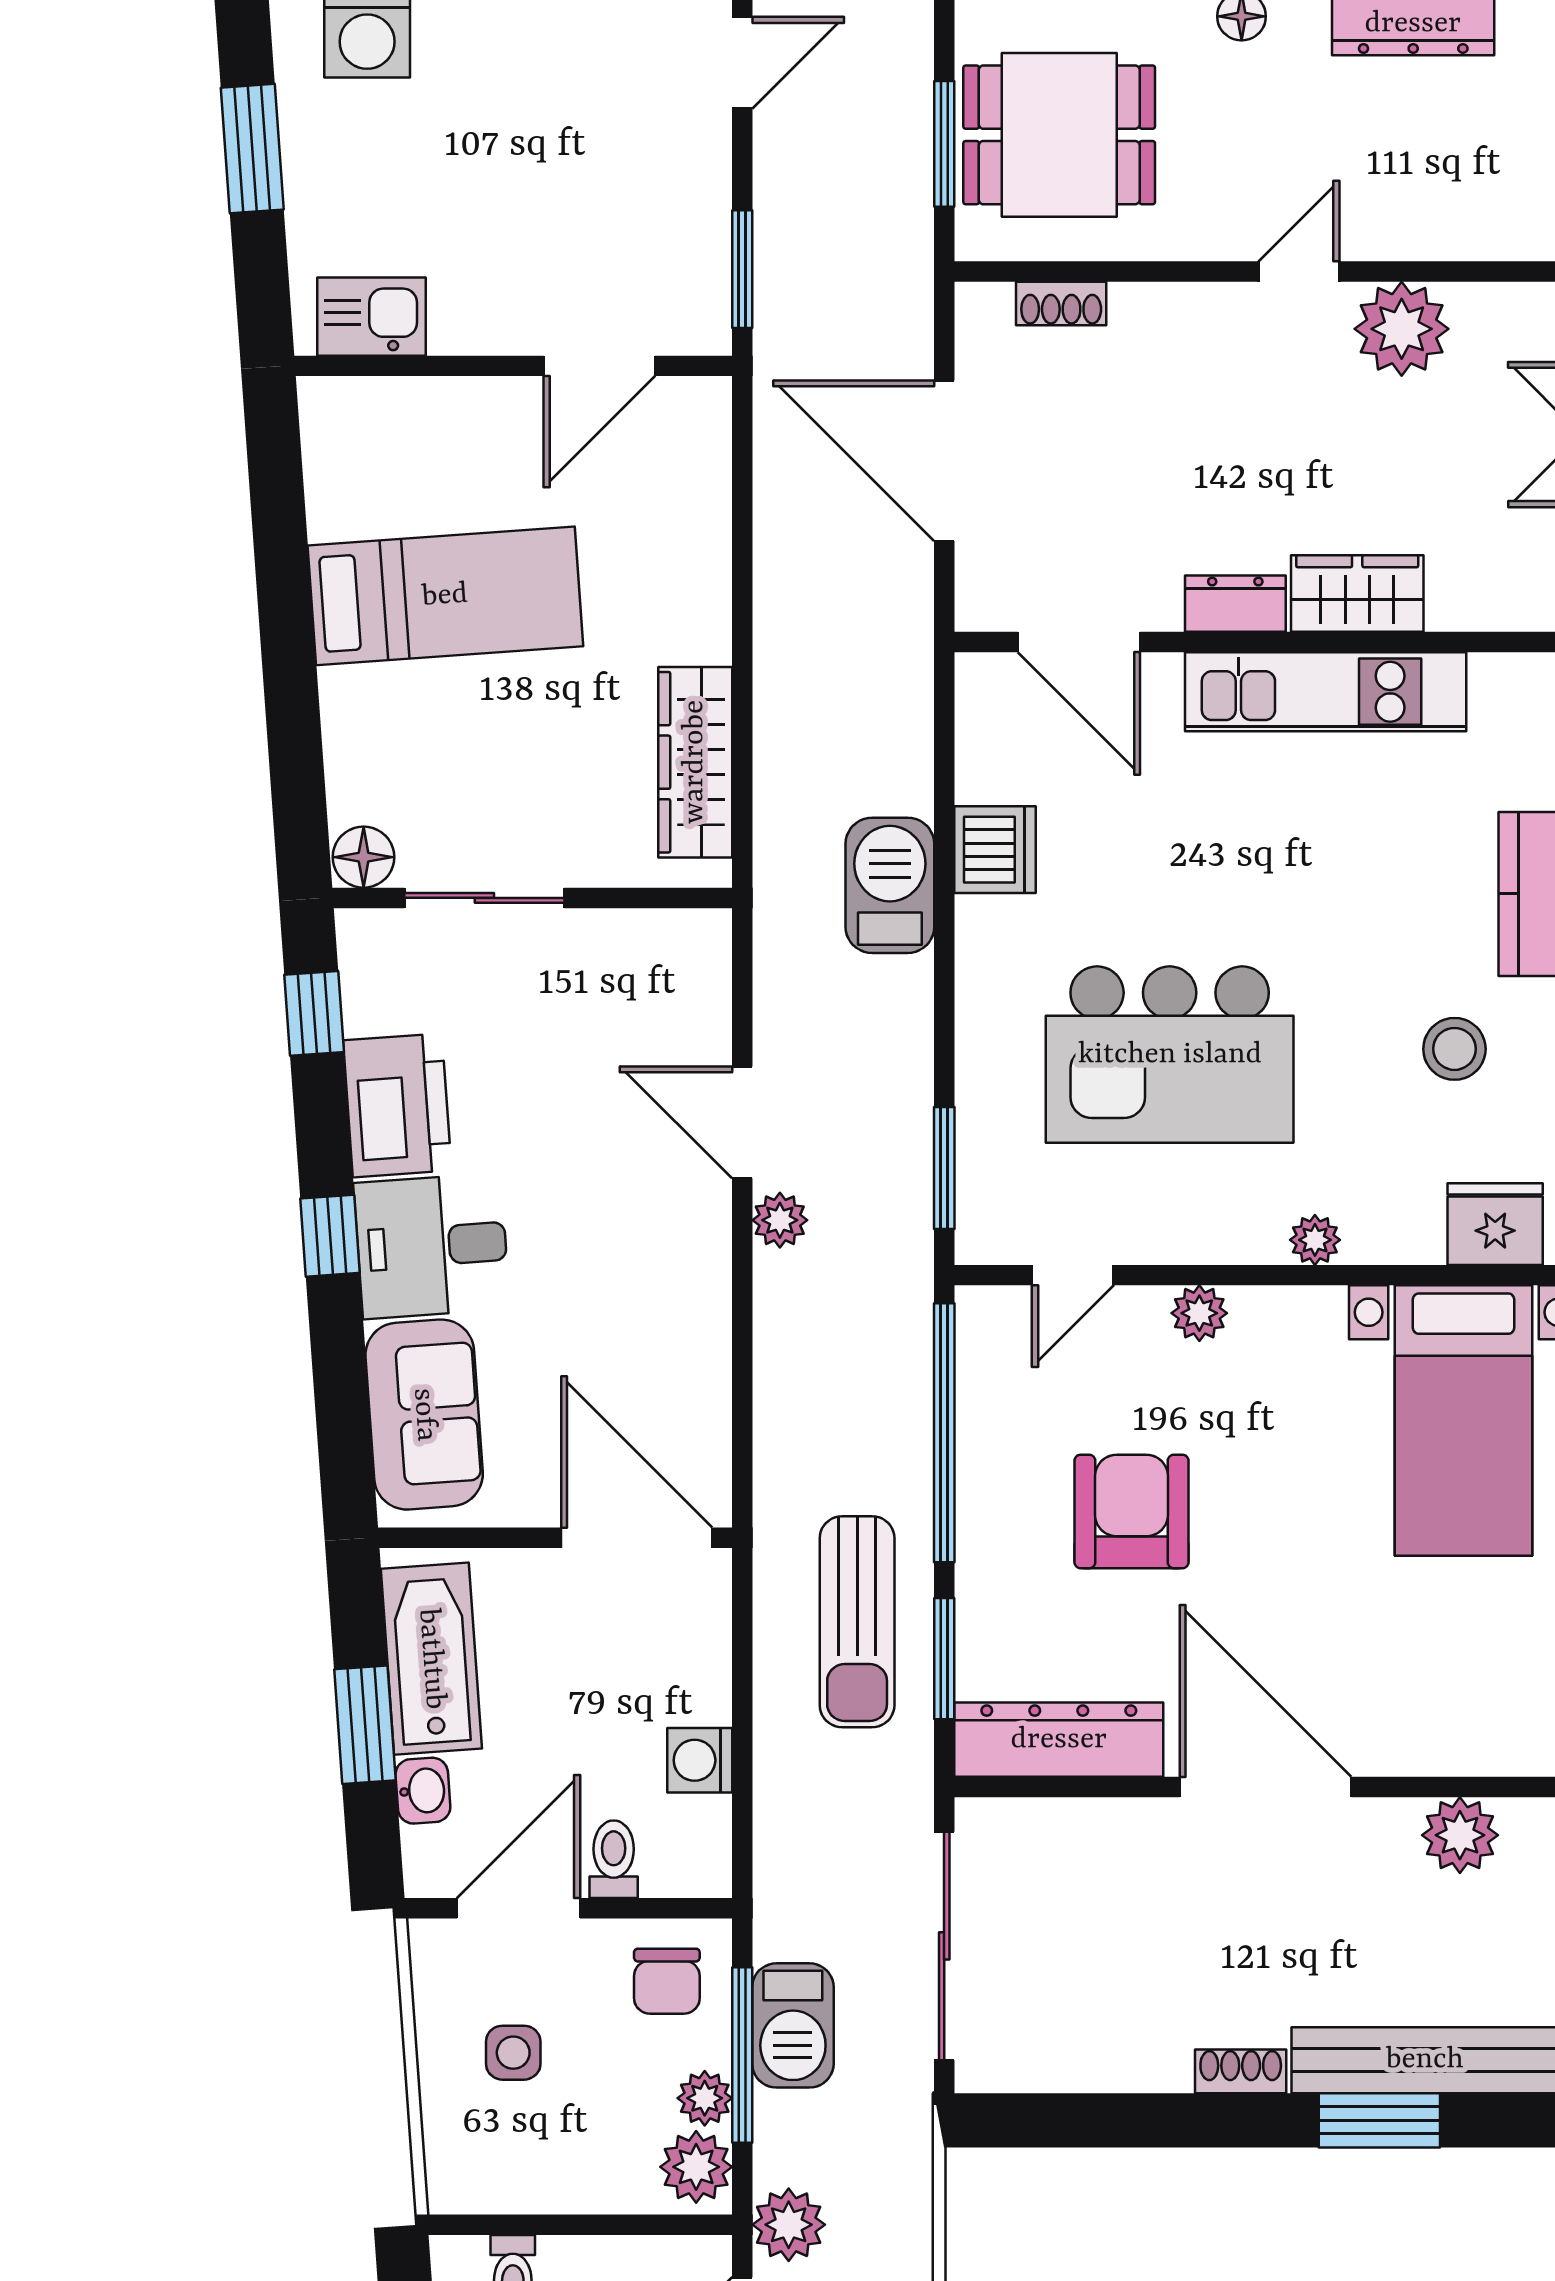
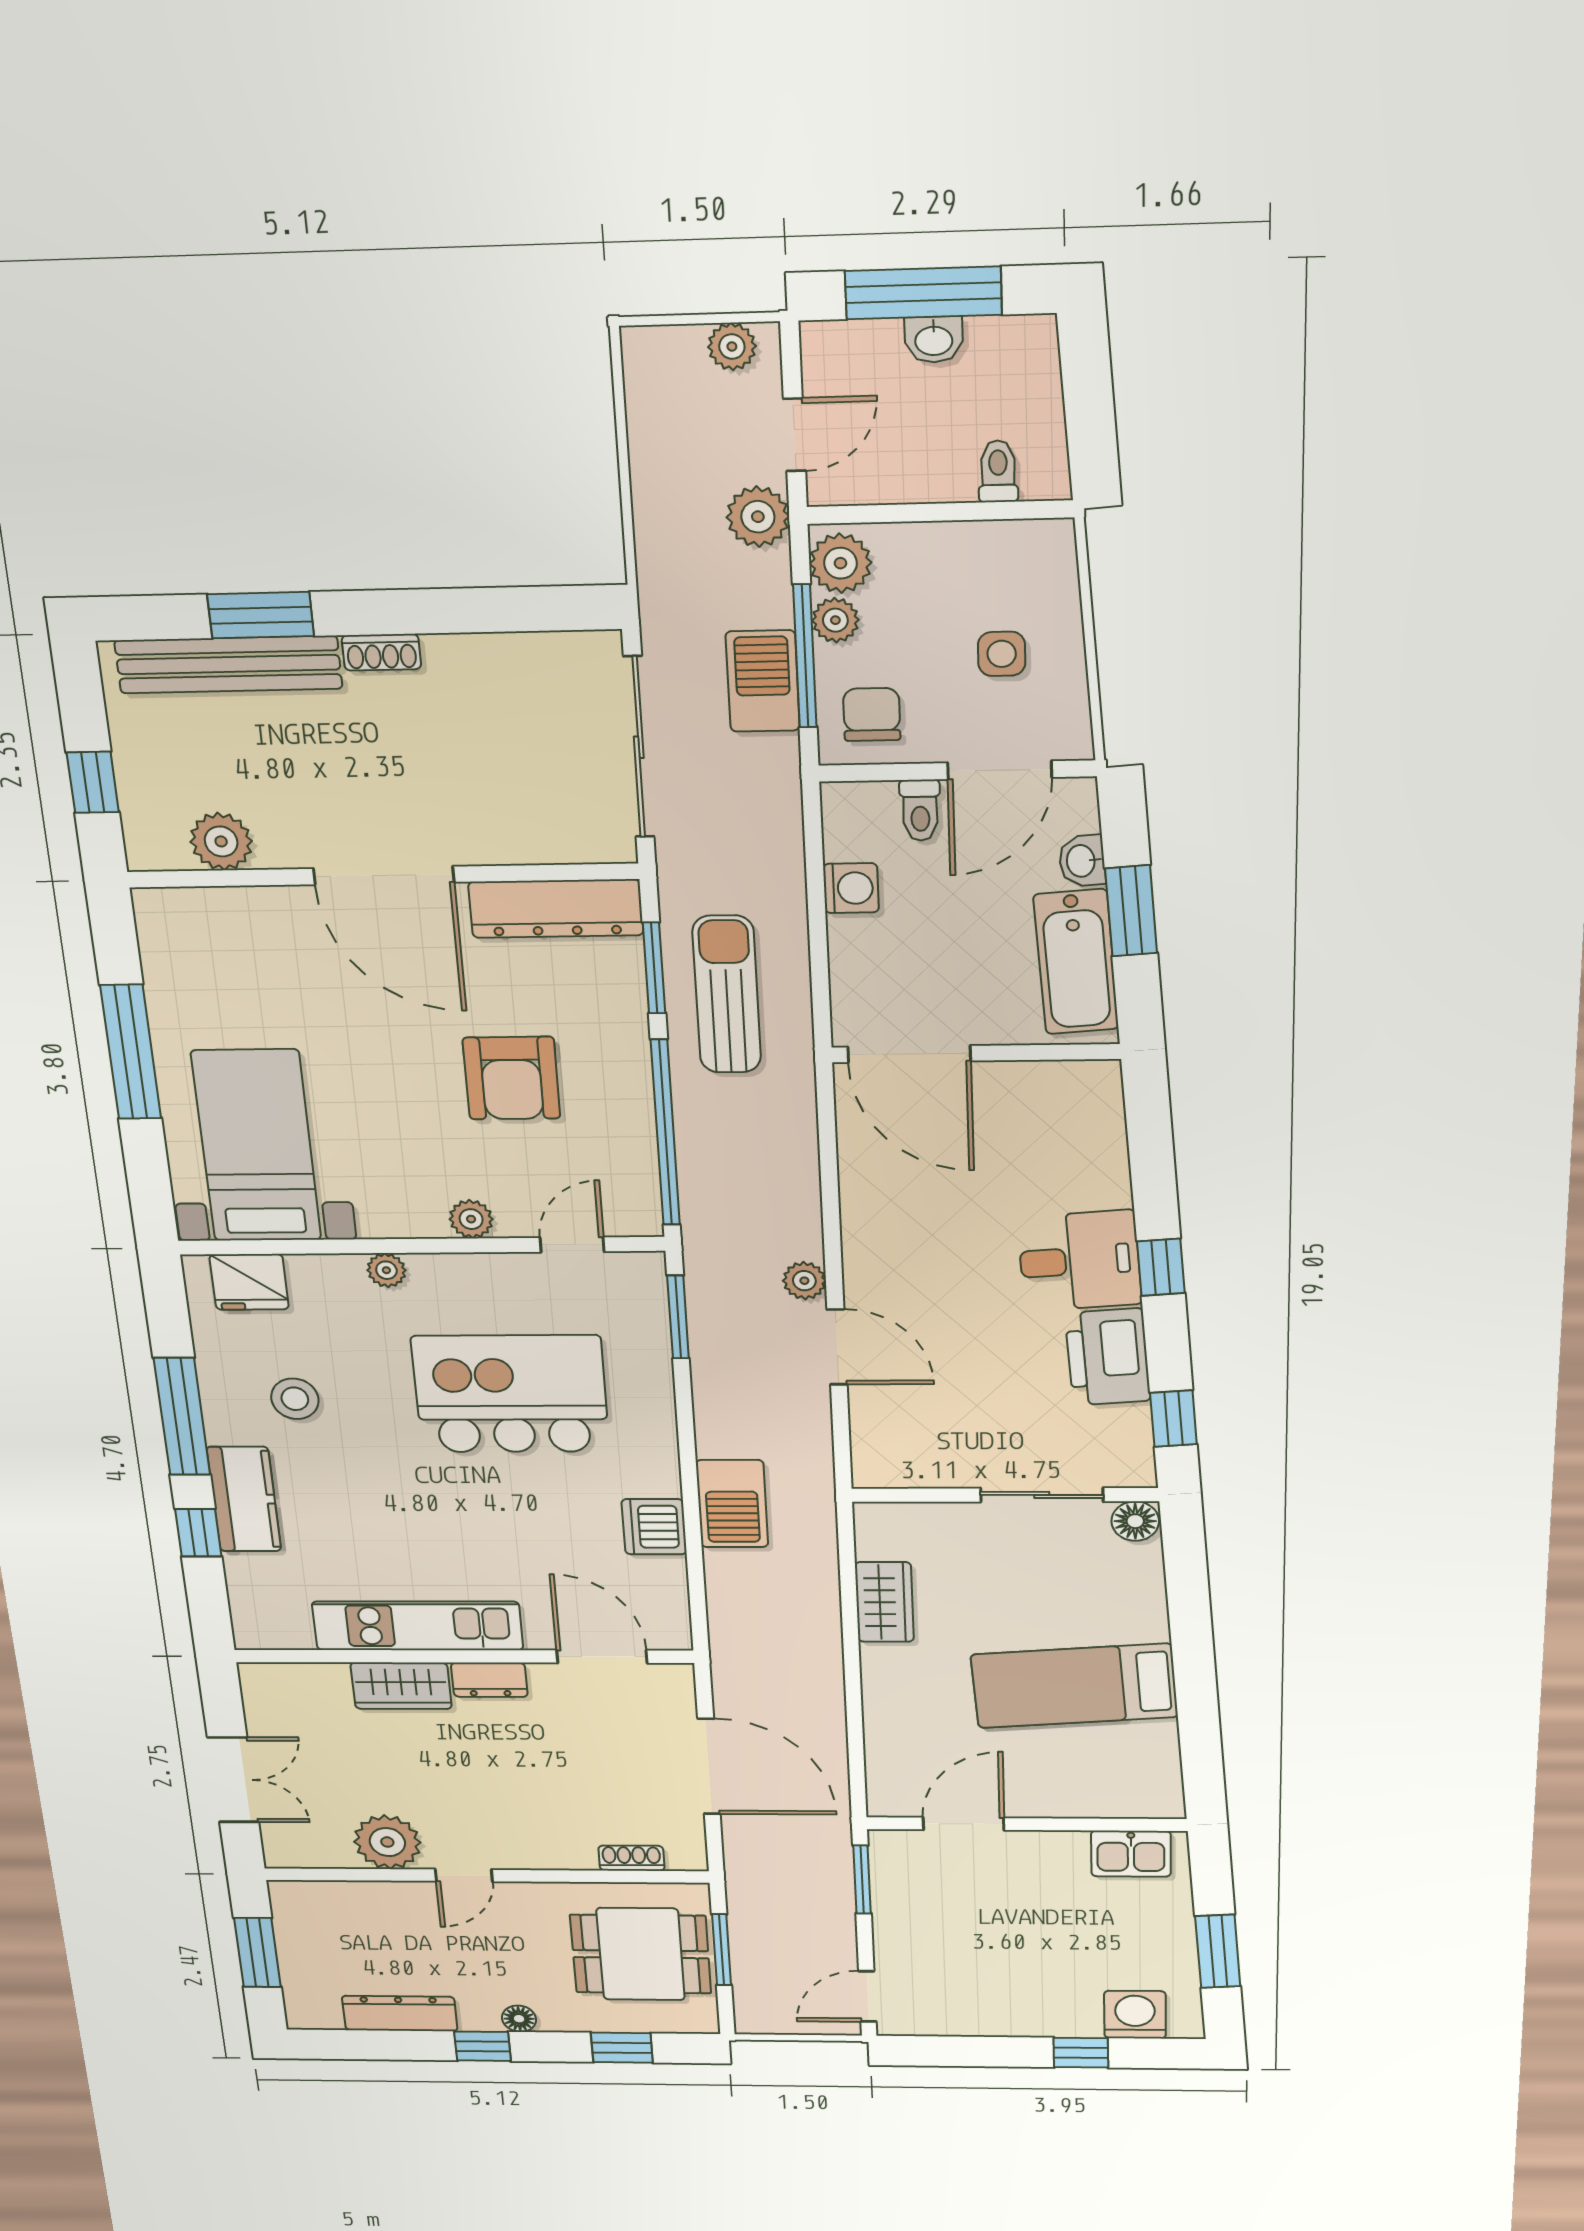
wardrobe: (695, 762) -> (884, 1602), width x0.67
sofa: (424, 1415) -> (1084, 1142), removed

